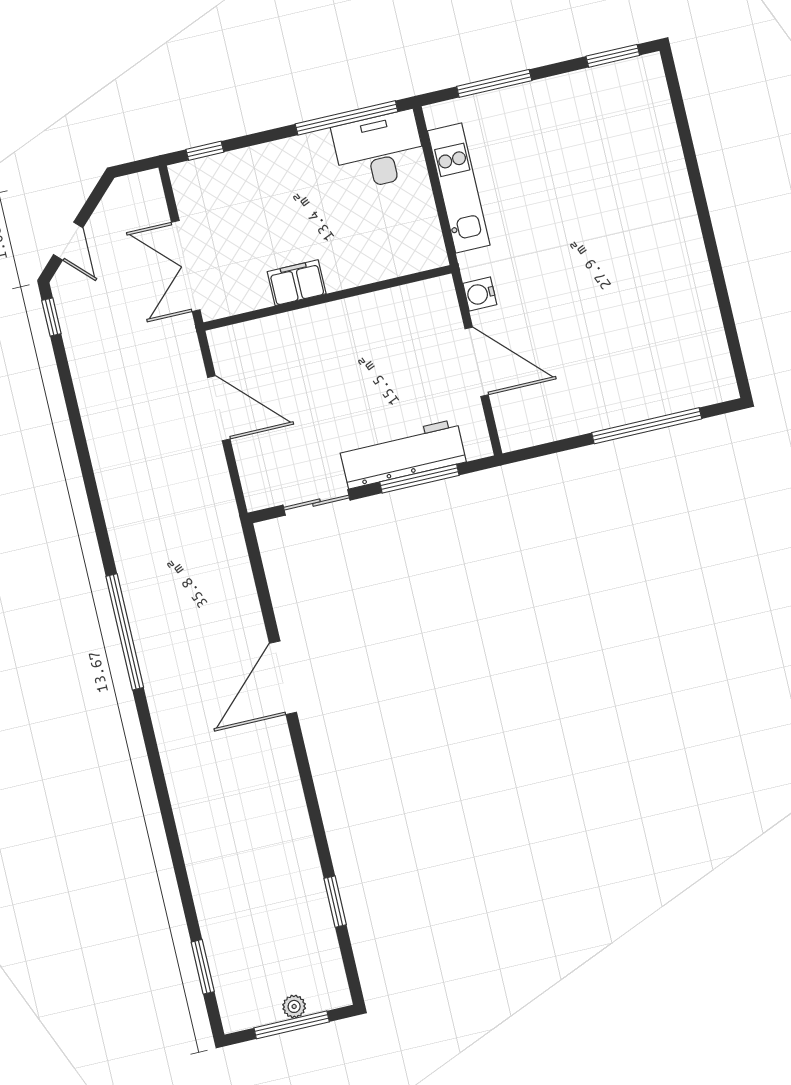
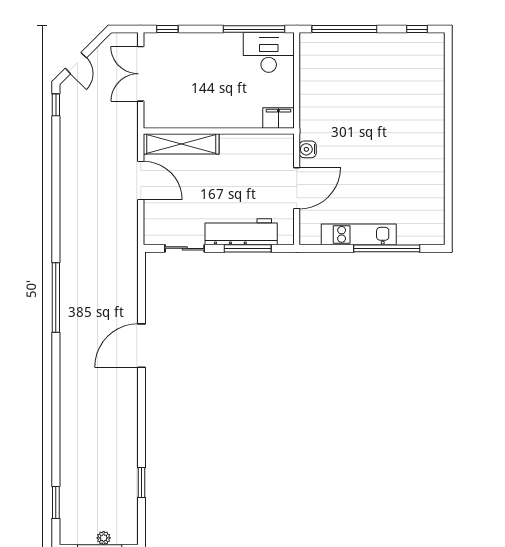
window: (613, 56) -> (417, 29), width x0.67
window: (494, 83) -> (344, 29), width x1.46
kitchen unit: (459, 188) -> (359, 234), moved, turned -90
double door: (186, 266) -> (141, 74), moved
filing cabinet: (297, 283) -> (278, 118), moved
shelving: (271, 333) -> (181, 144), added
door: (477, 362) -> (297, 188), hinge flipped

